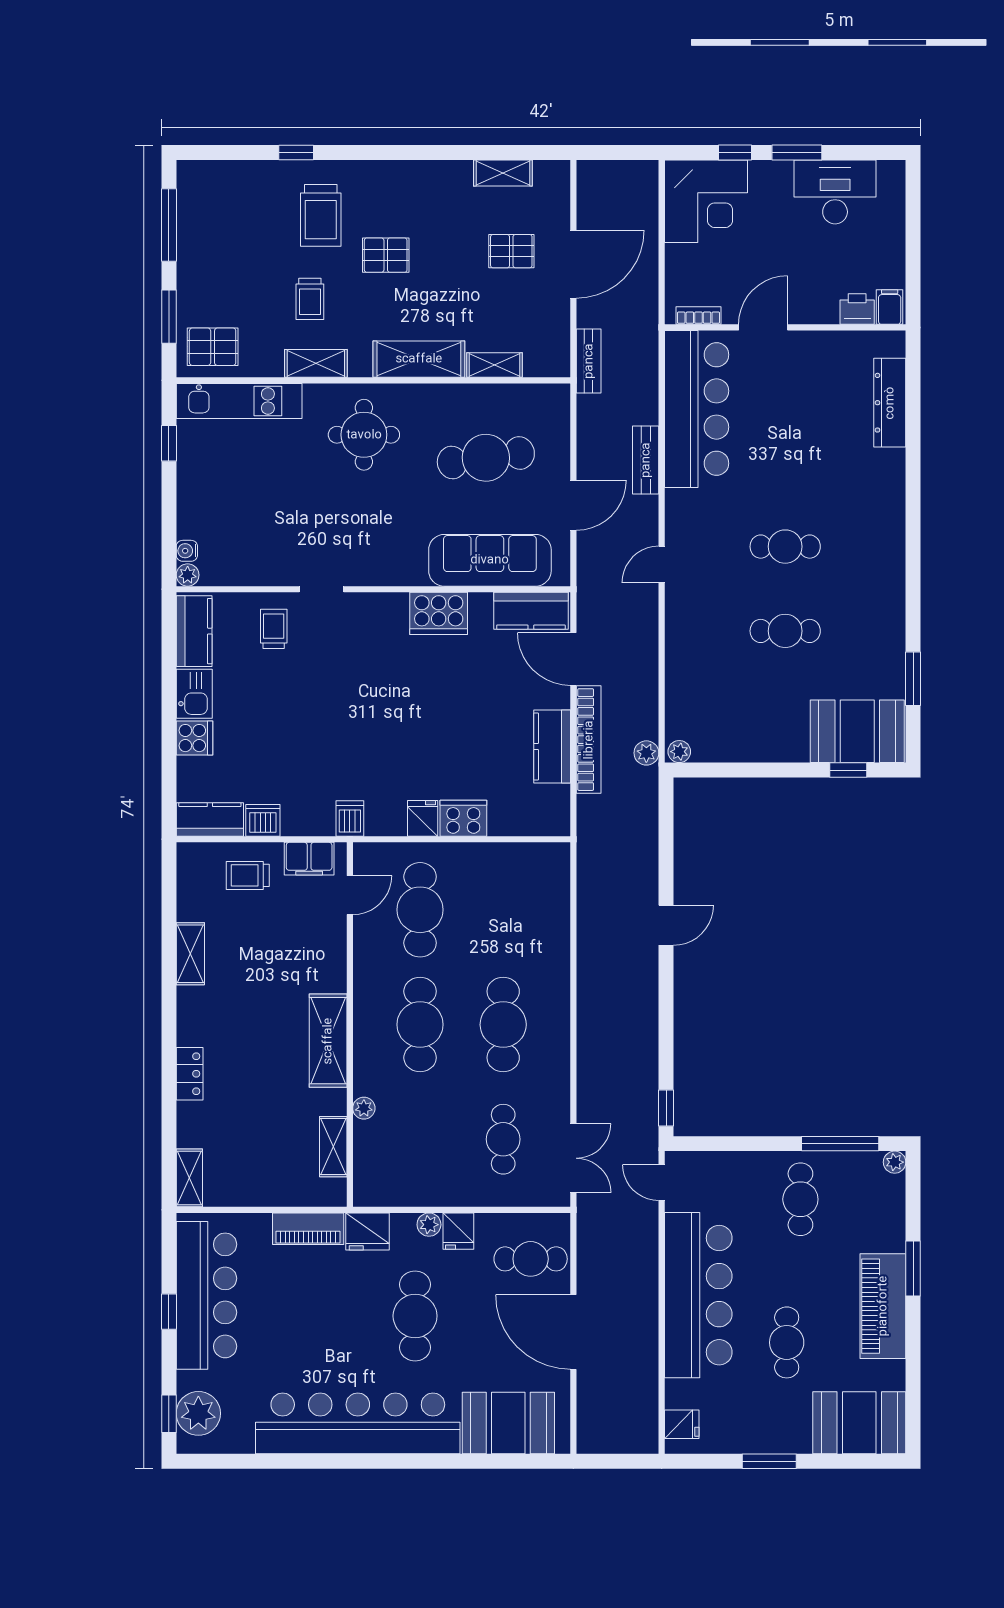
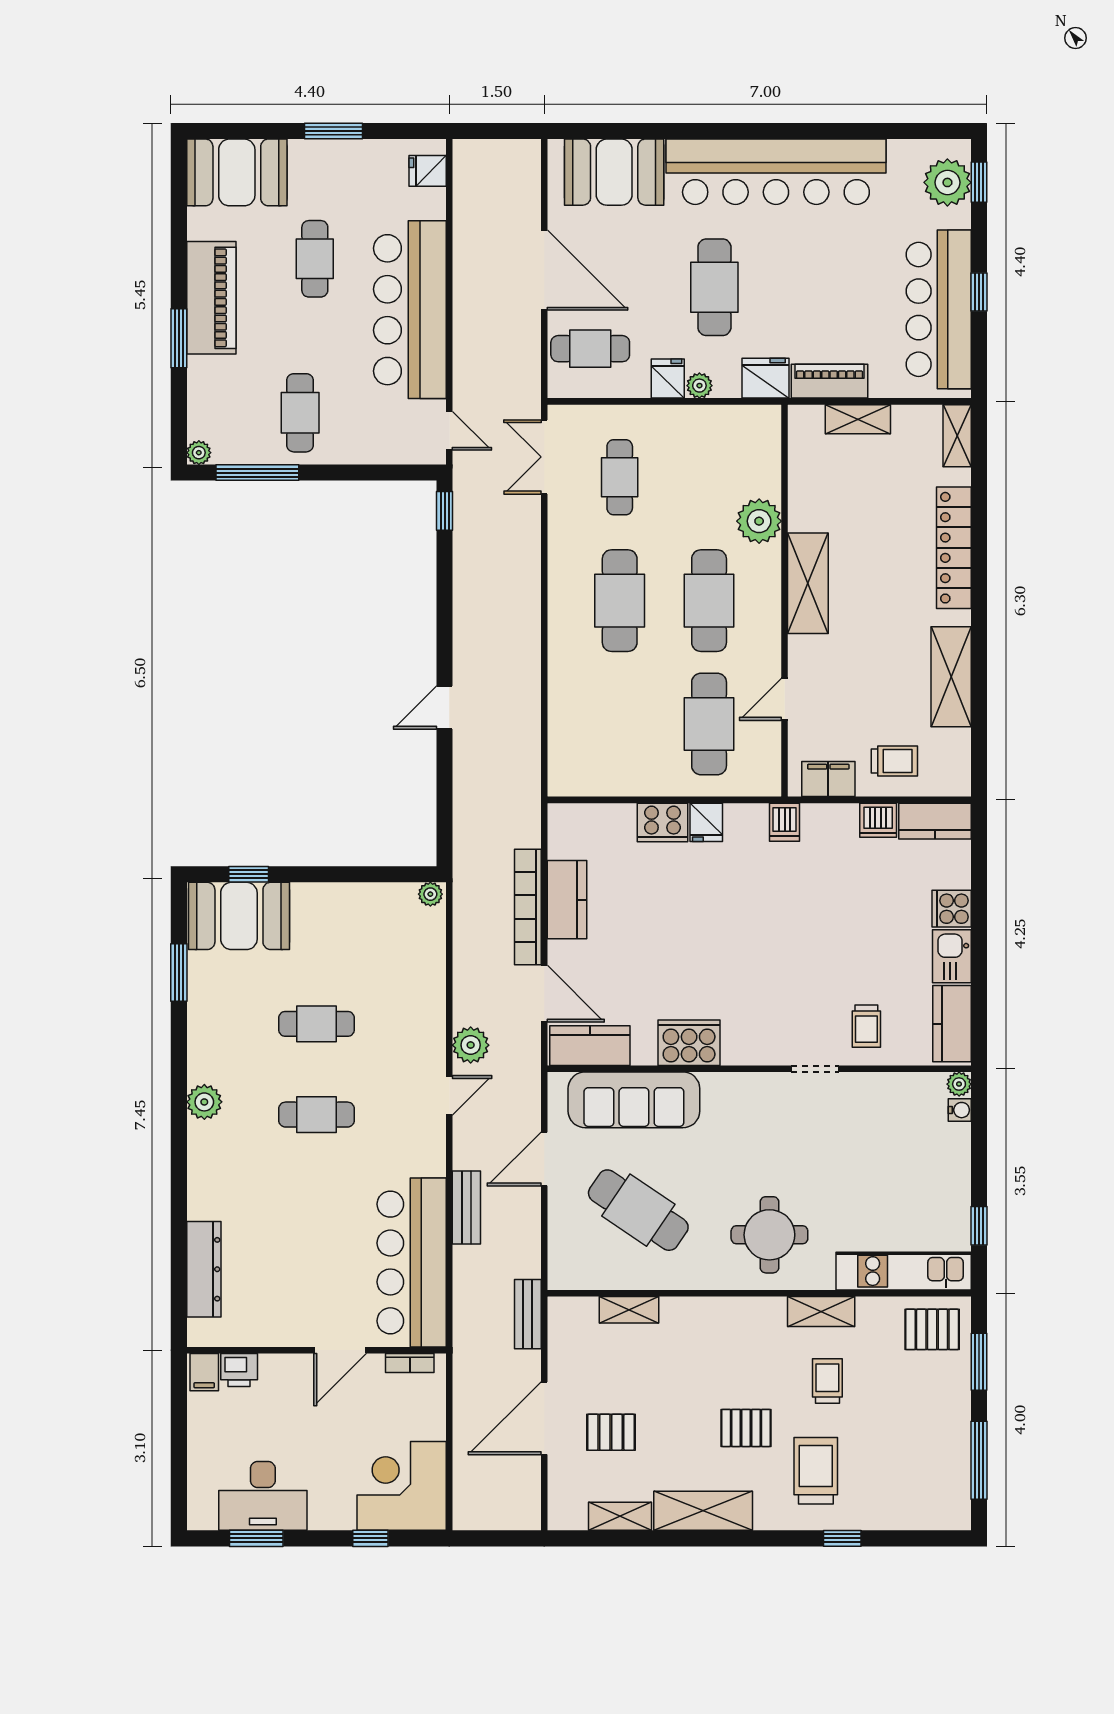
window: (797, 152) -> (256, 1538), moved
shelving: (419, 359) -> (703, 1511), moved
cafe table: (486, 458) -> (638, 1210), turned 42
plant: (889, 558) -> (204, 1102), added
plant: (646, 753) -> (471, 1045), moved, width x1.38, depth x1.38
door: (350, 895) -> (785, 699), moved
shelving: (190, 954) -> (951, 677), width x1.50, depth x1.33
locker: (190, 1074) -> (954, 548), width x2.16, depth x1.21
plant: (364, 1108) -> (759, 521), width x1.88, depth x1.88
shelving: (333, 1147) -> (858, 419), moved, turned 90

